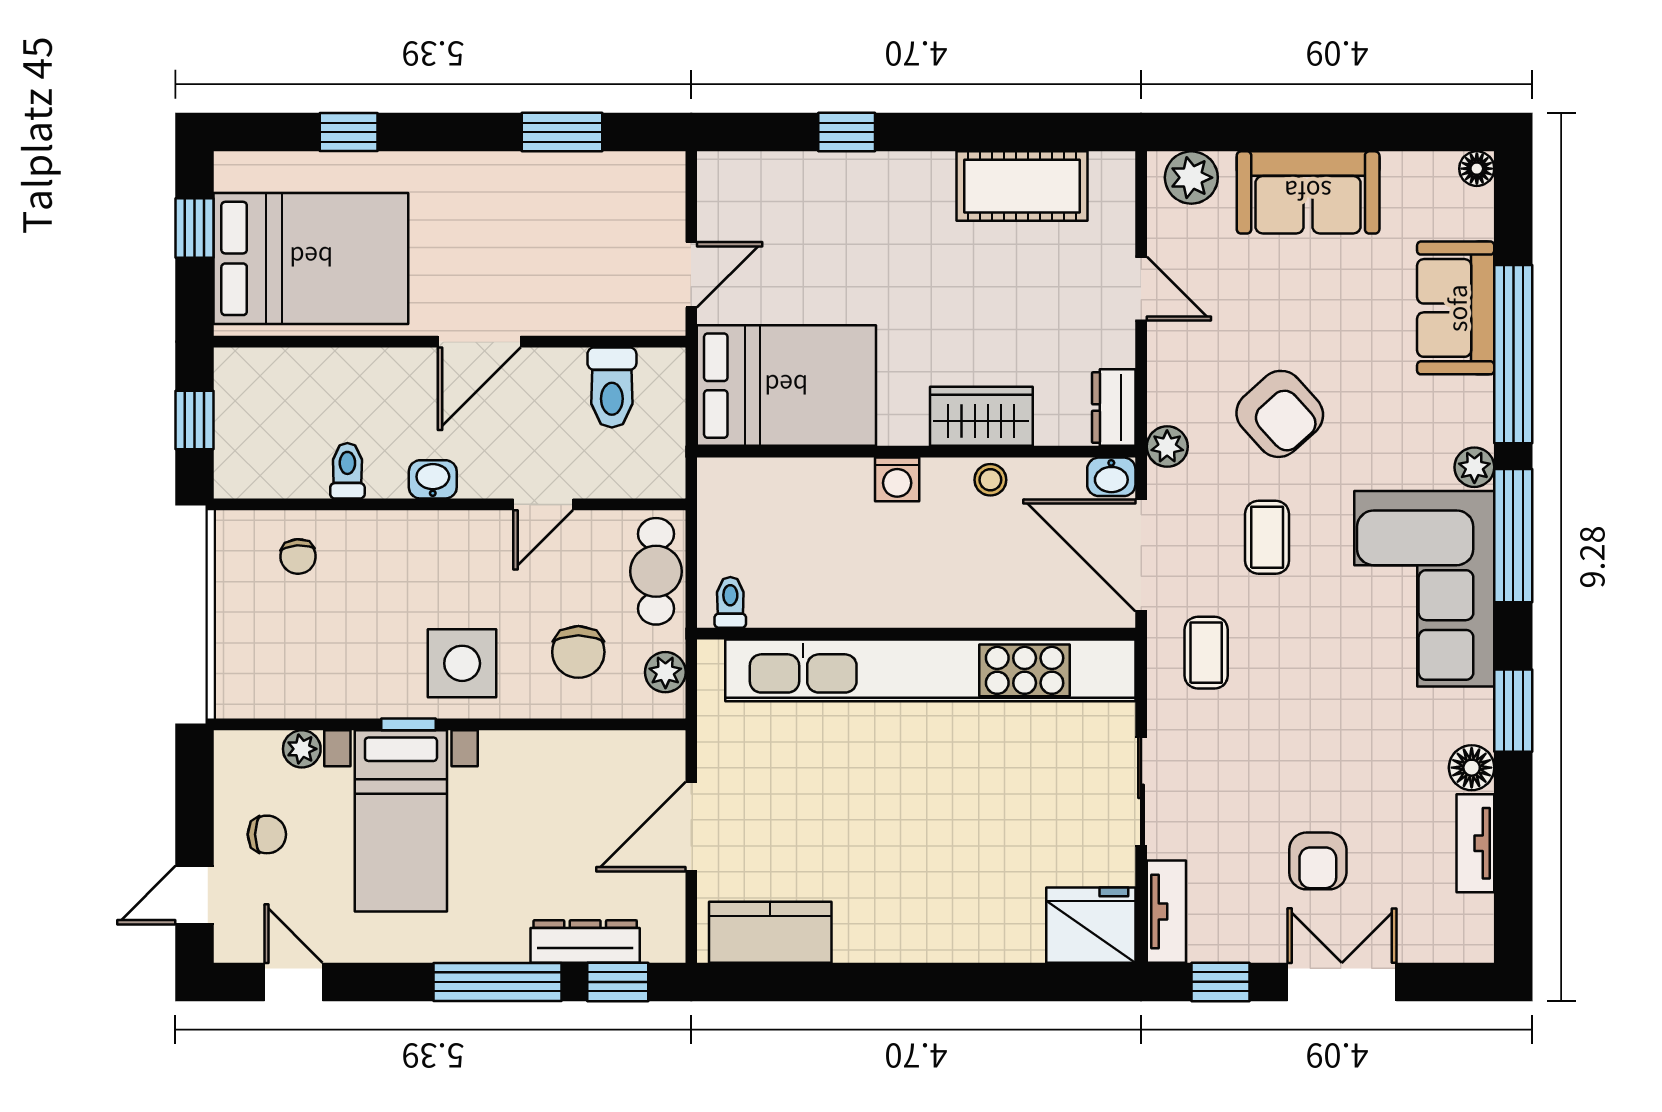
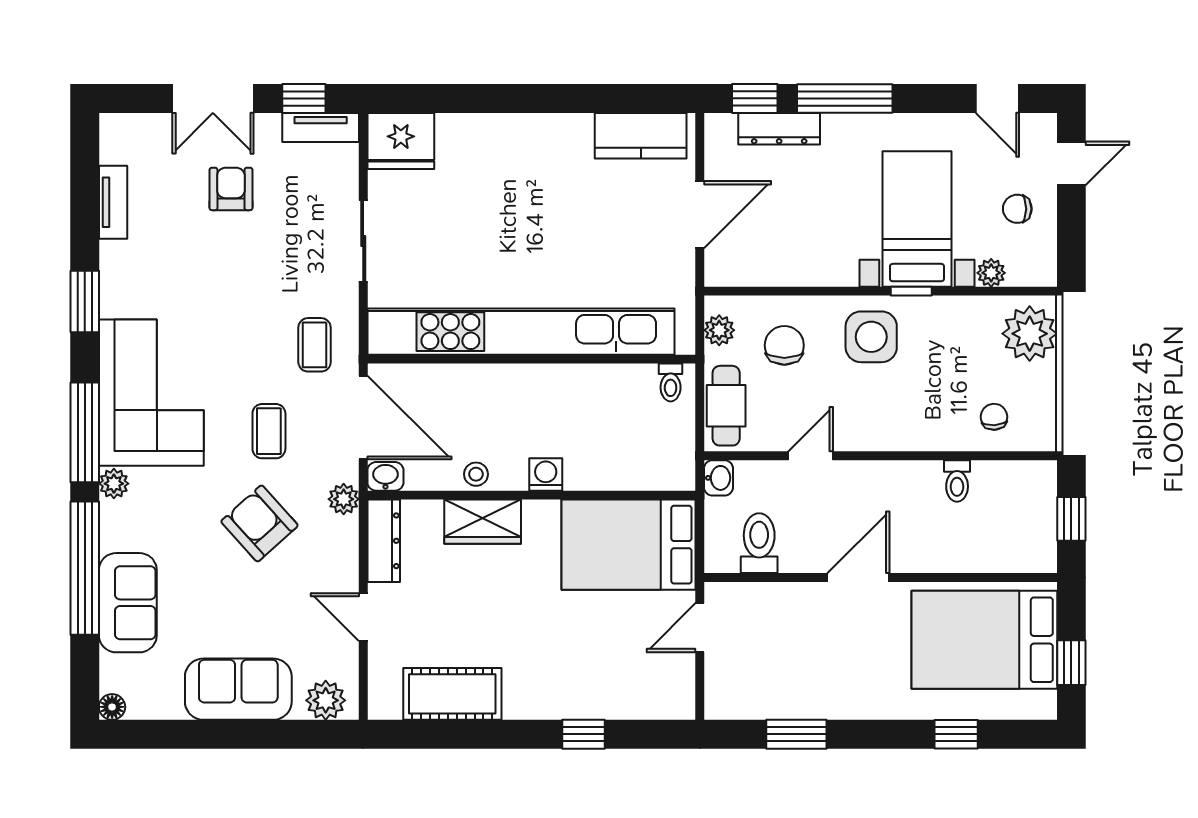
dresser: (1114, 408) -> (384, 541), width x1.44
washbasin: (433, 479) -> (718, 478), moved, turned -90
plant: (250, 668) -> (1030, 334), added
floor lamp: (1472, 768) -> (116, 259), removed
tv unit: (1166, 912) -> (321, 127), moved, turned -90

